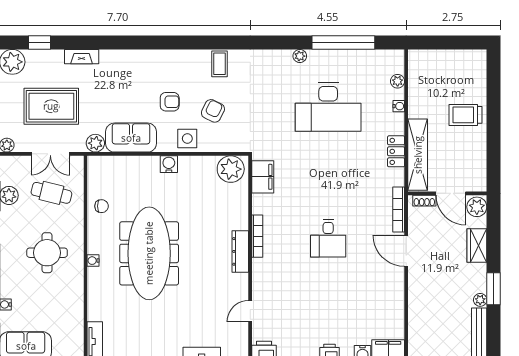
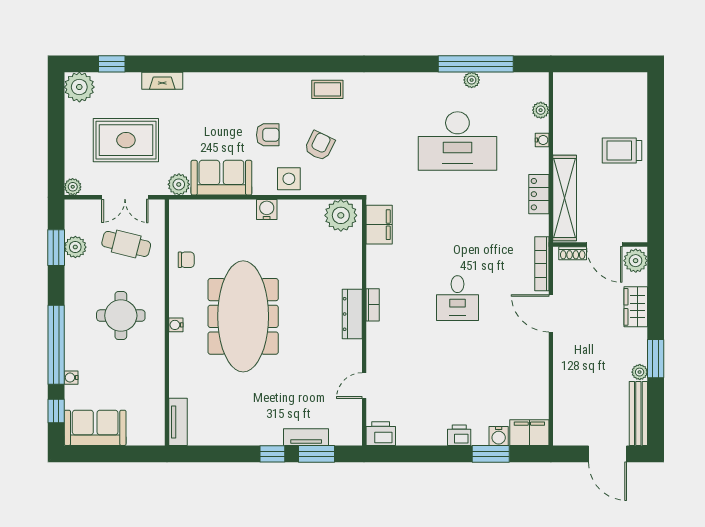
plant: (300, 56) -> (472, 80), moved
coffee table: (220, 64) -> (327, 89), turned 90
bookcase: (257, 236) -> (373, 305), width x0.64

